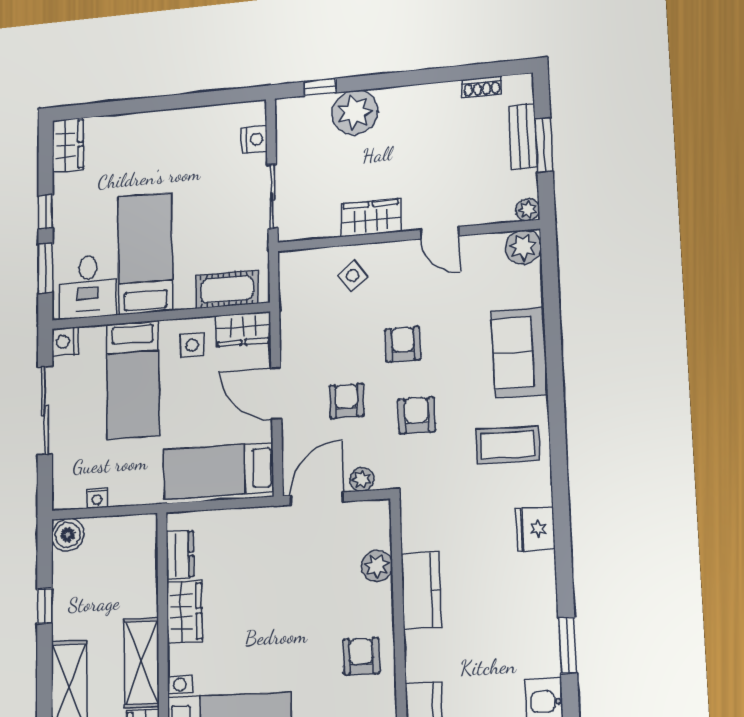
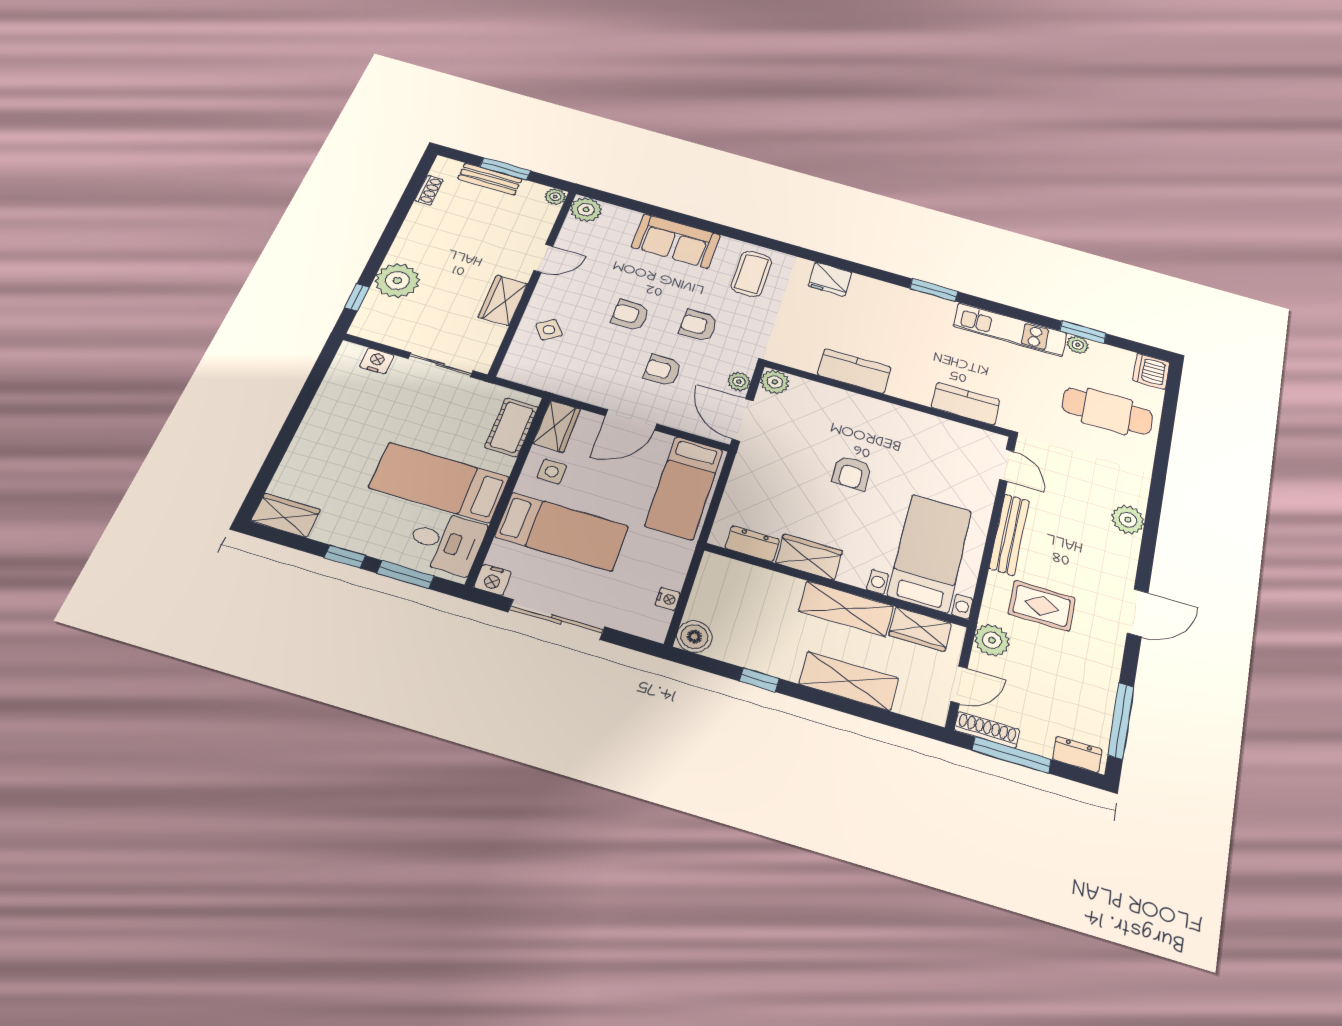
plant: (377, 566) -> (775, 382), moved
armchair: (361, 656) -> (851, 473), moved, turned -90

